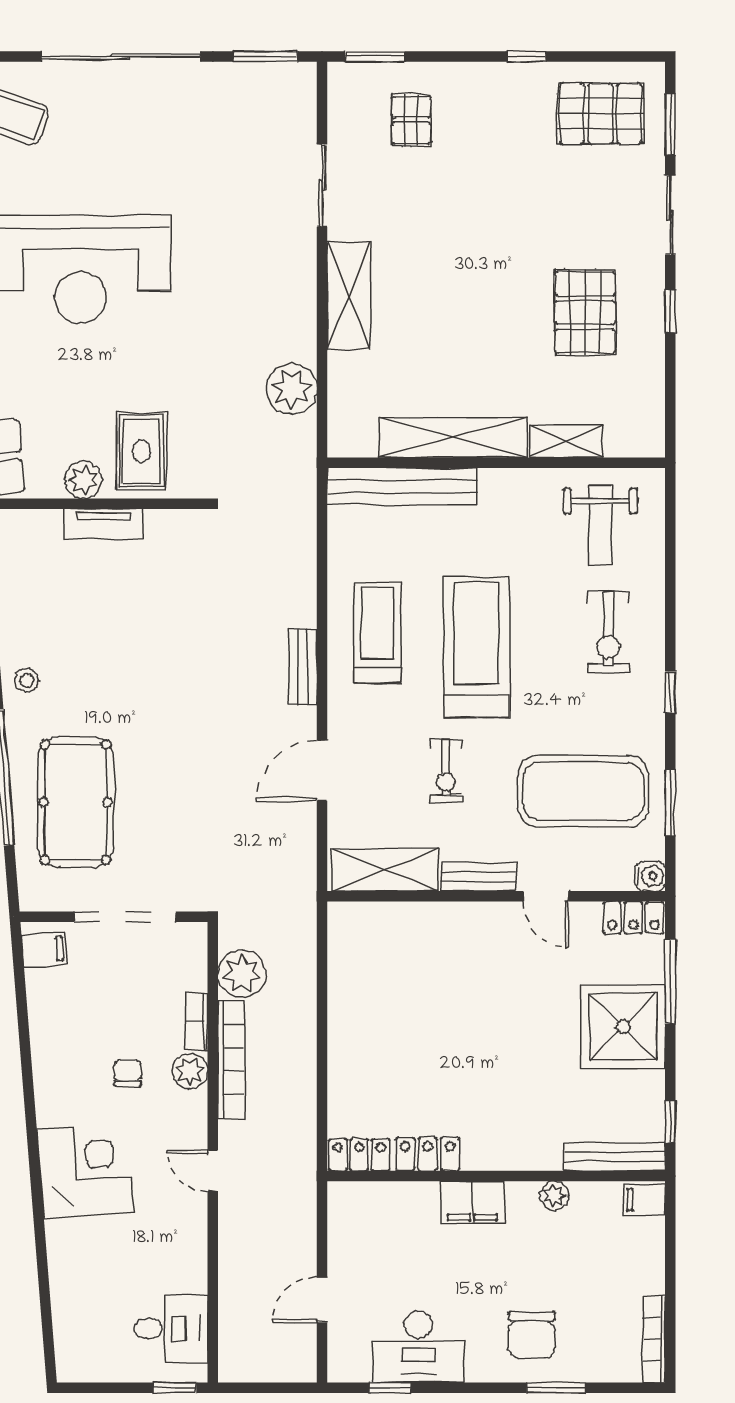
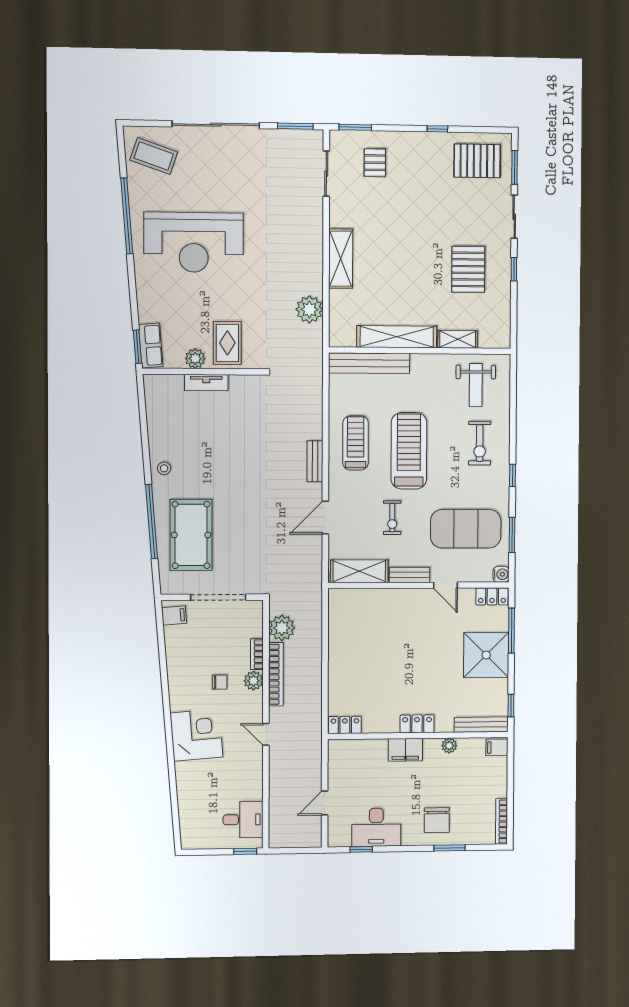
sliding door: (322, 186) -> (326, 174), moved
chair: (128, 1073) -> (220, 682), turned 90
locker: (428, 1154) -> (417, 724), moved

